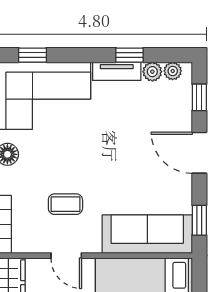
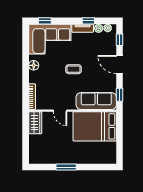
coffee table: (65, 204) -> (74, 69), moved

